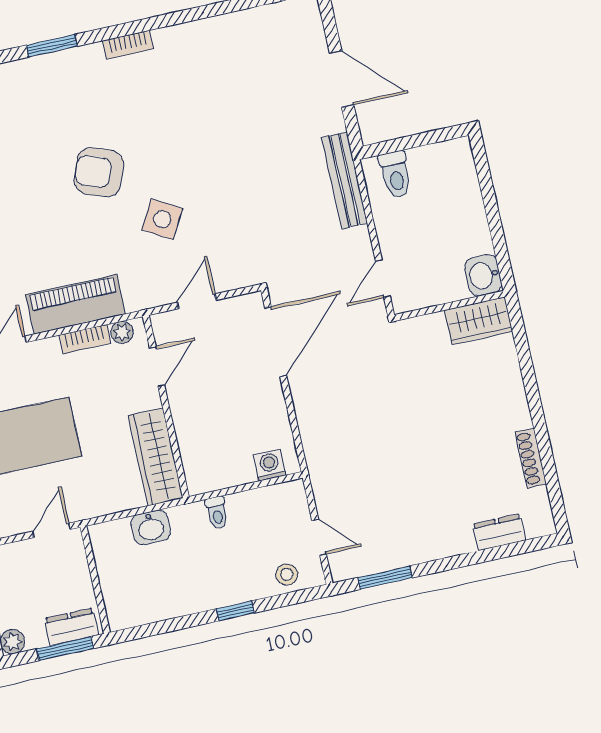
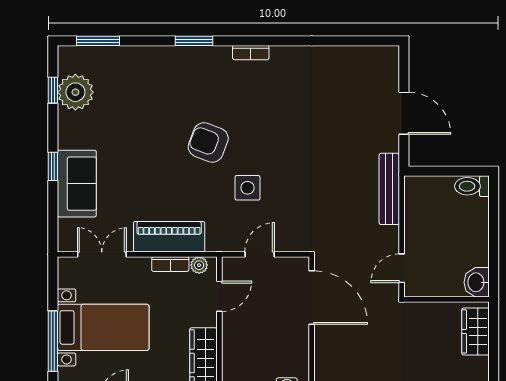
toilet: (396, 175) -> (472, 186), moved, turned 90
side table: (162, 219) -> (247, 188), turned -30
wardrobe: (479, 321) -> (476, 331), moved, turned 90
door: (276, 342) -> (312, 297), hinge flipped

